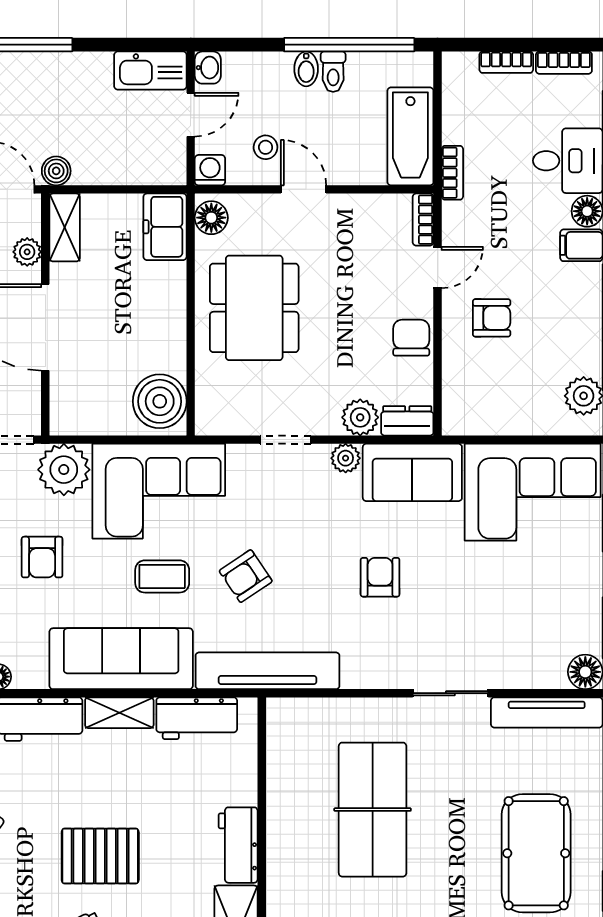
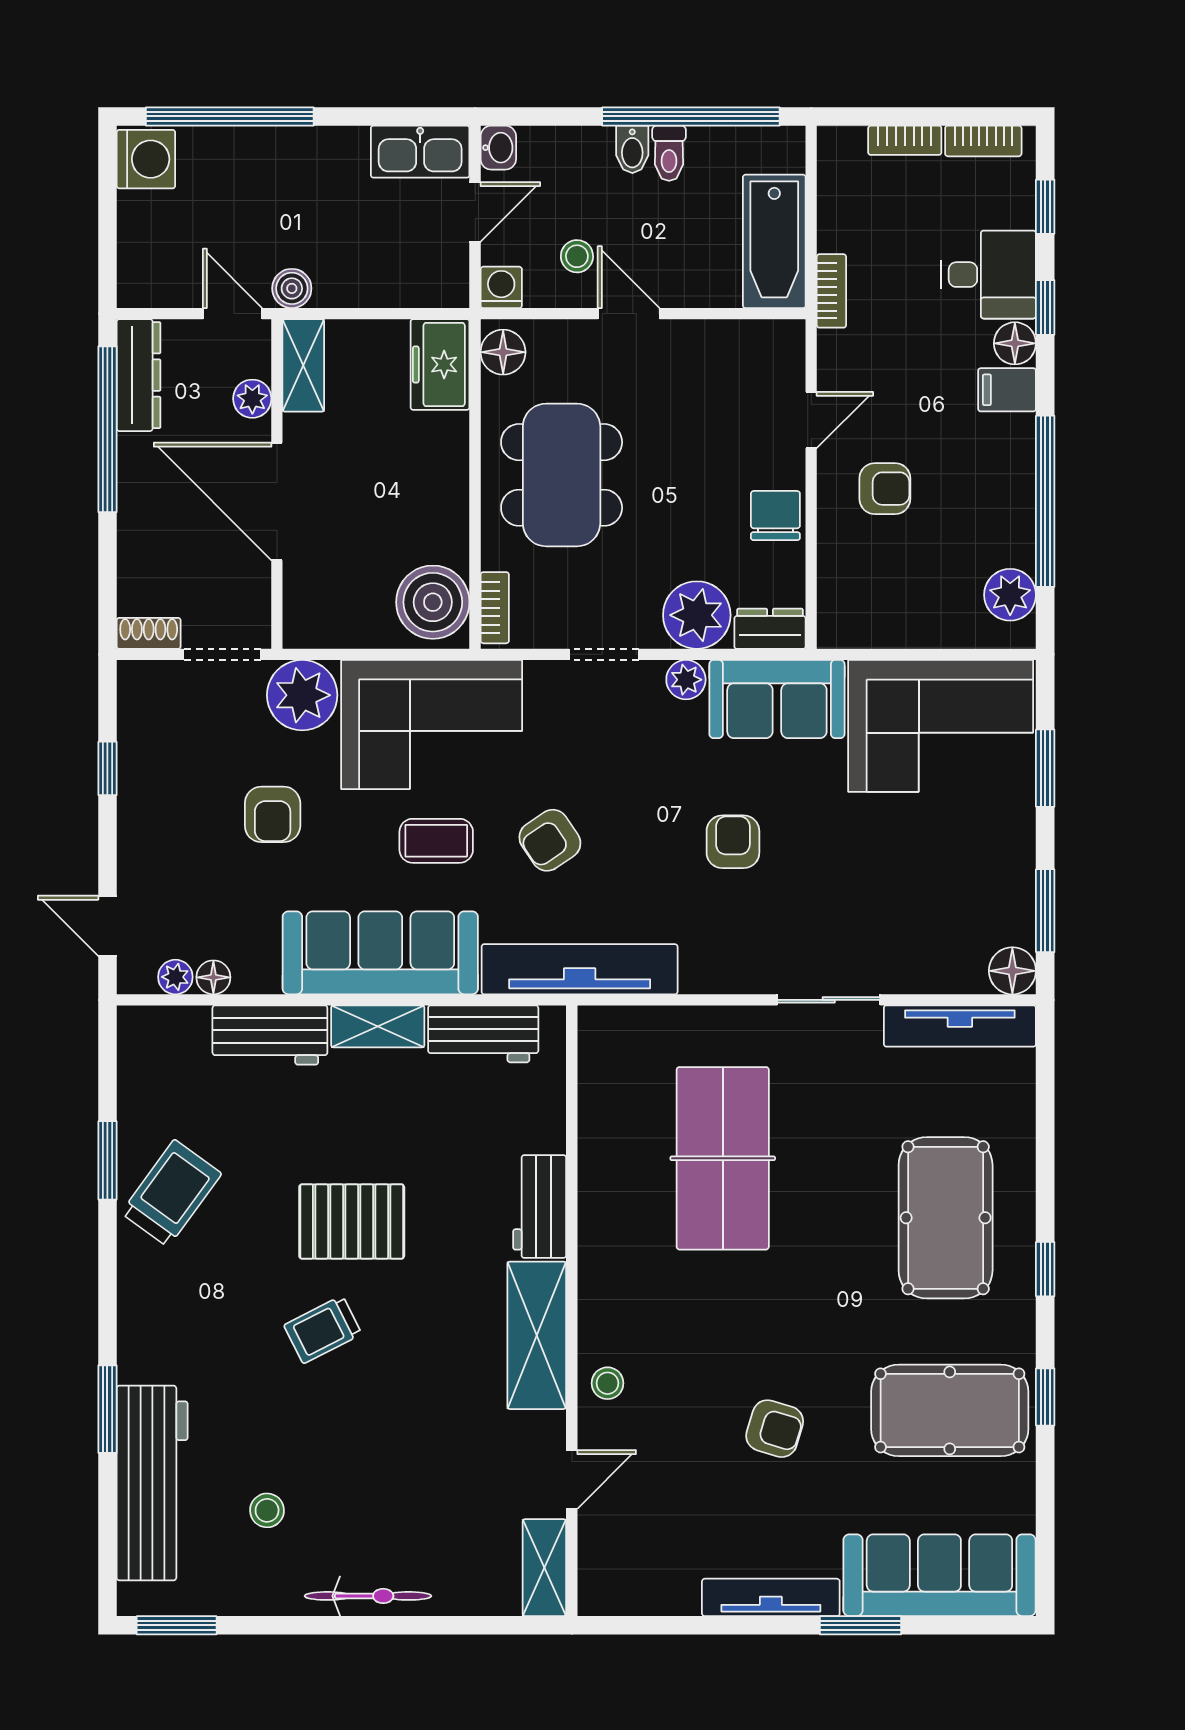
bookcase: (423, 220) -> (495, 608), moved, turned 180
plant: (360, 417) -> (697, 615), width x1.36, depth x1.36

